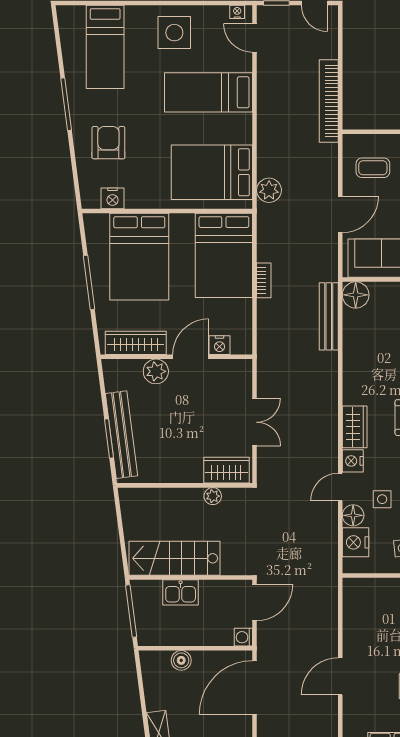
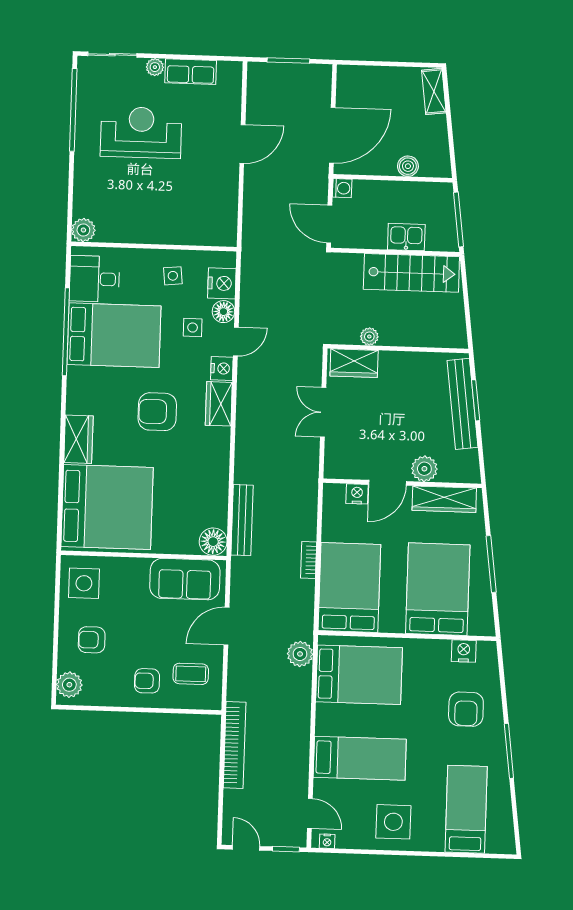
door: (255, 602) -> (329, 224), hinge flipped

